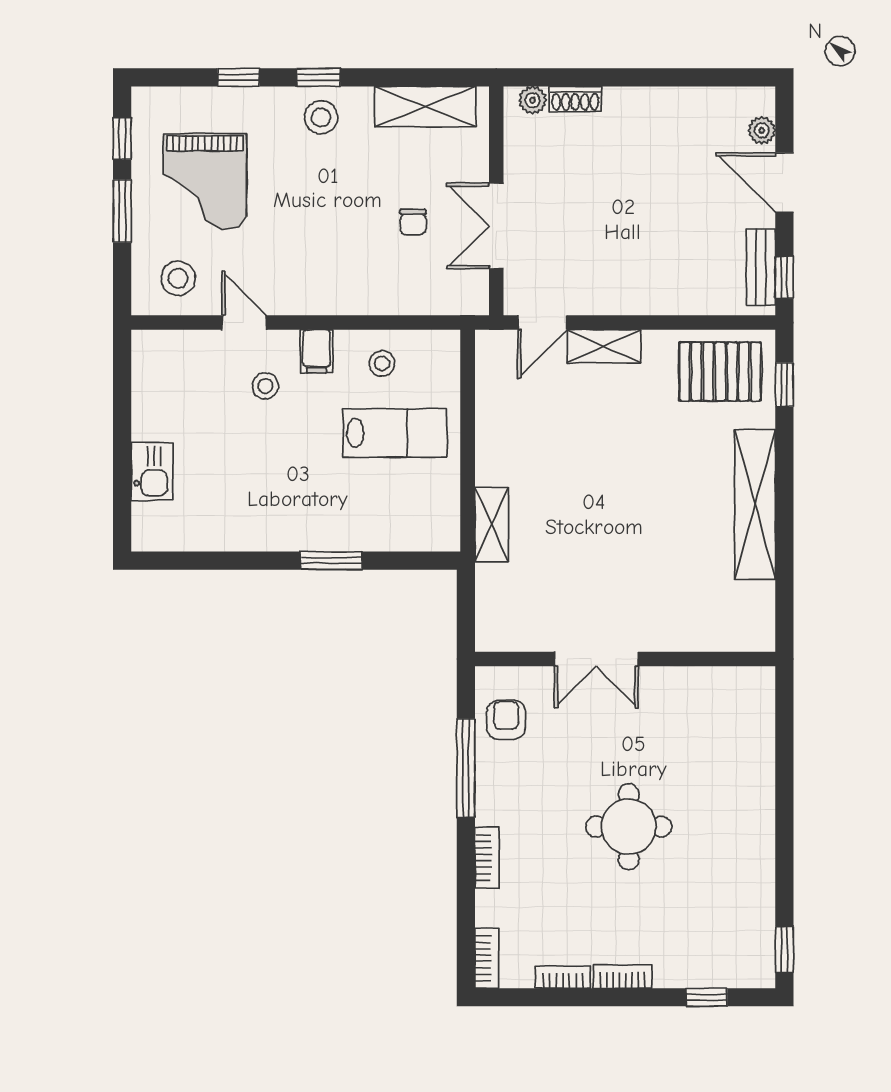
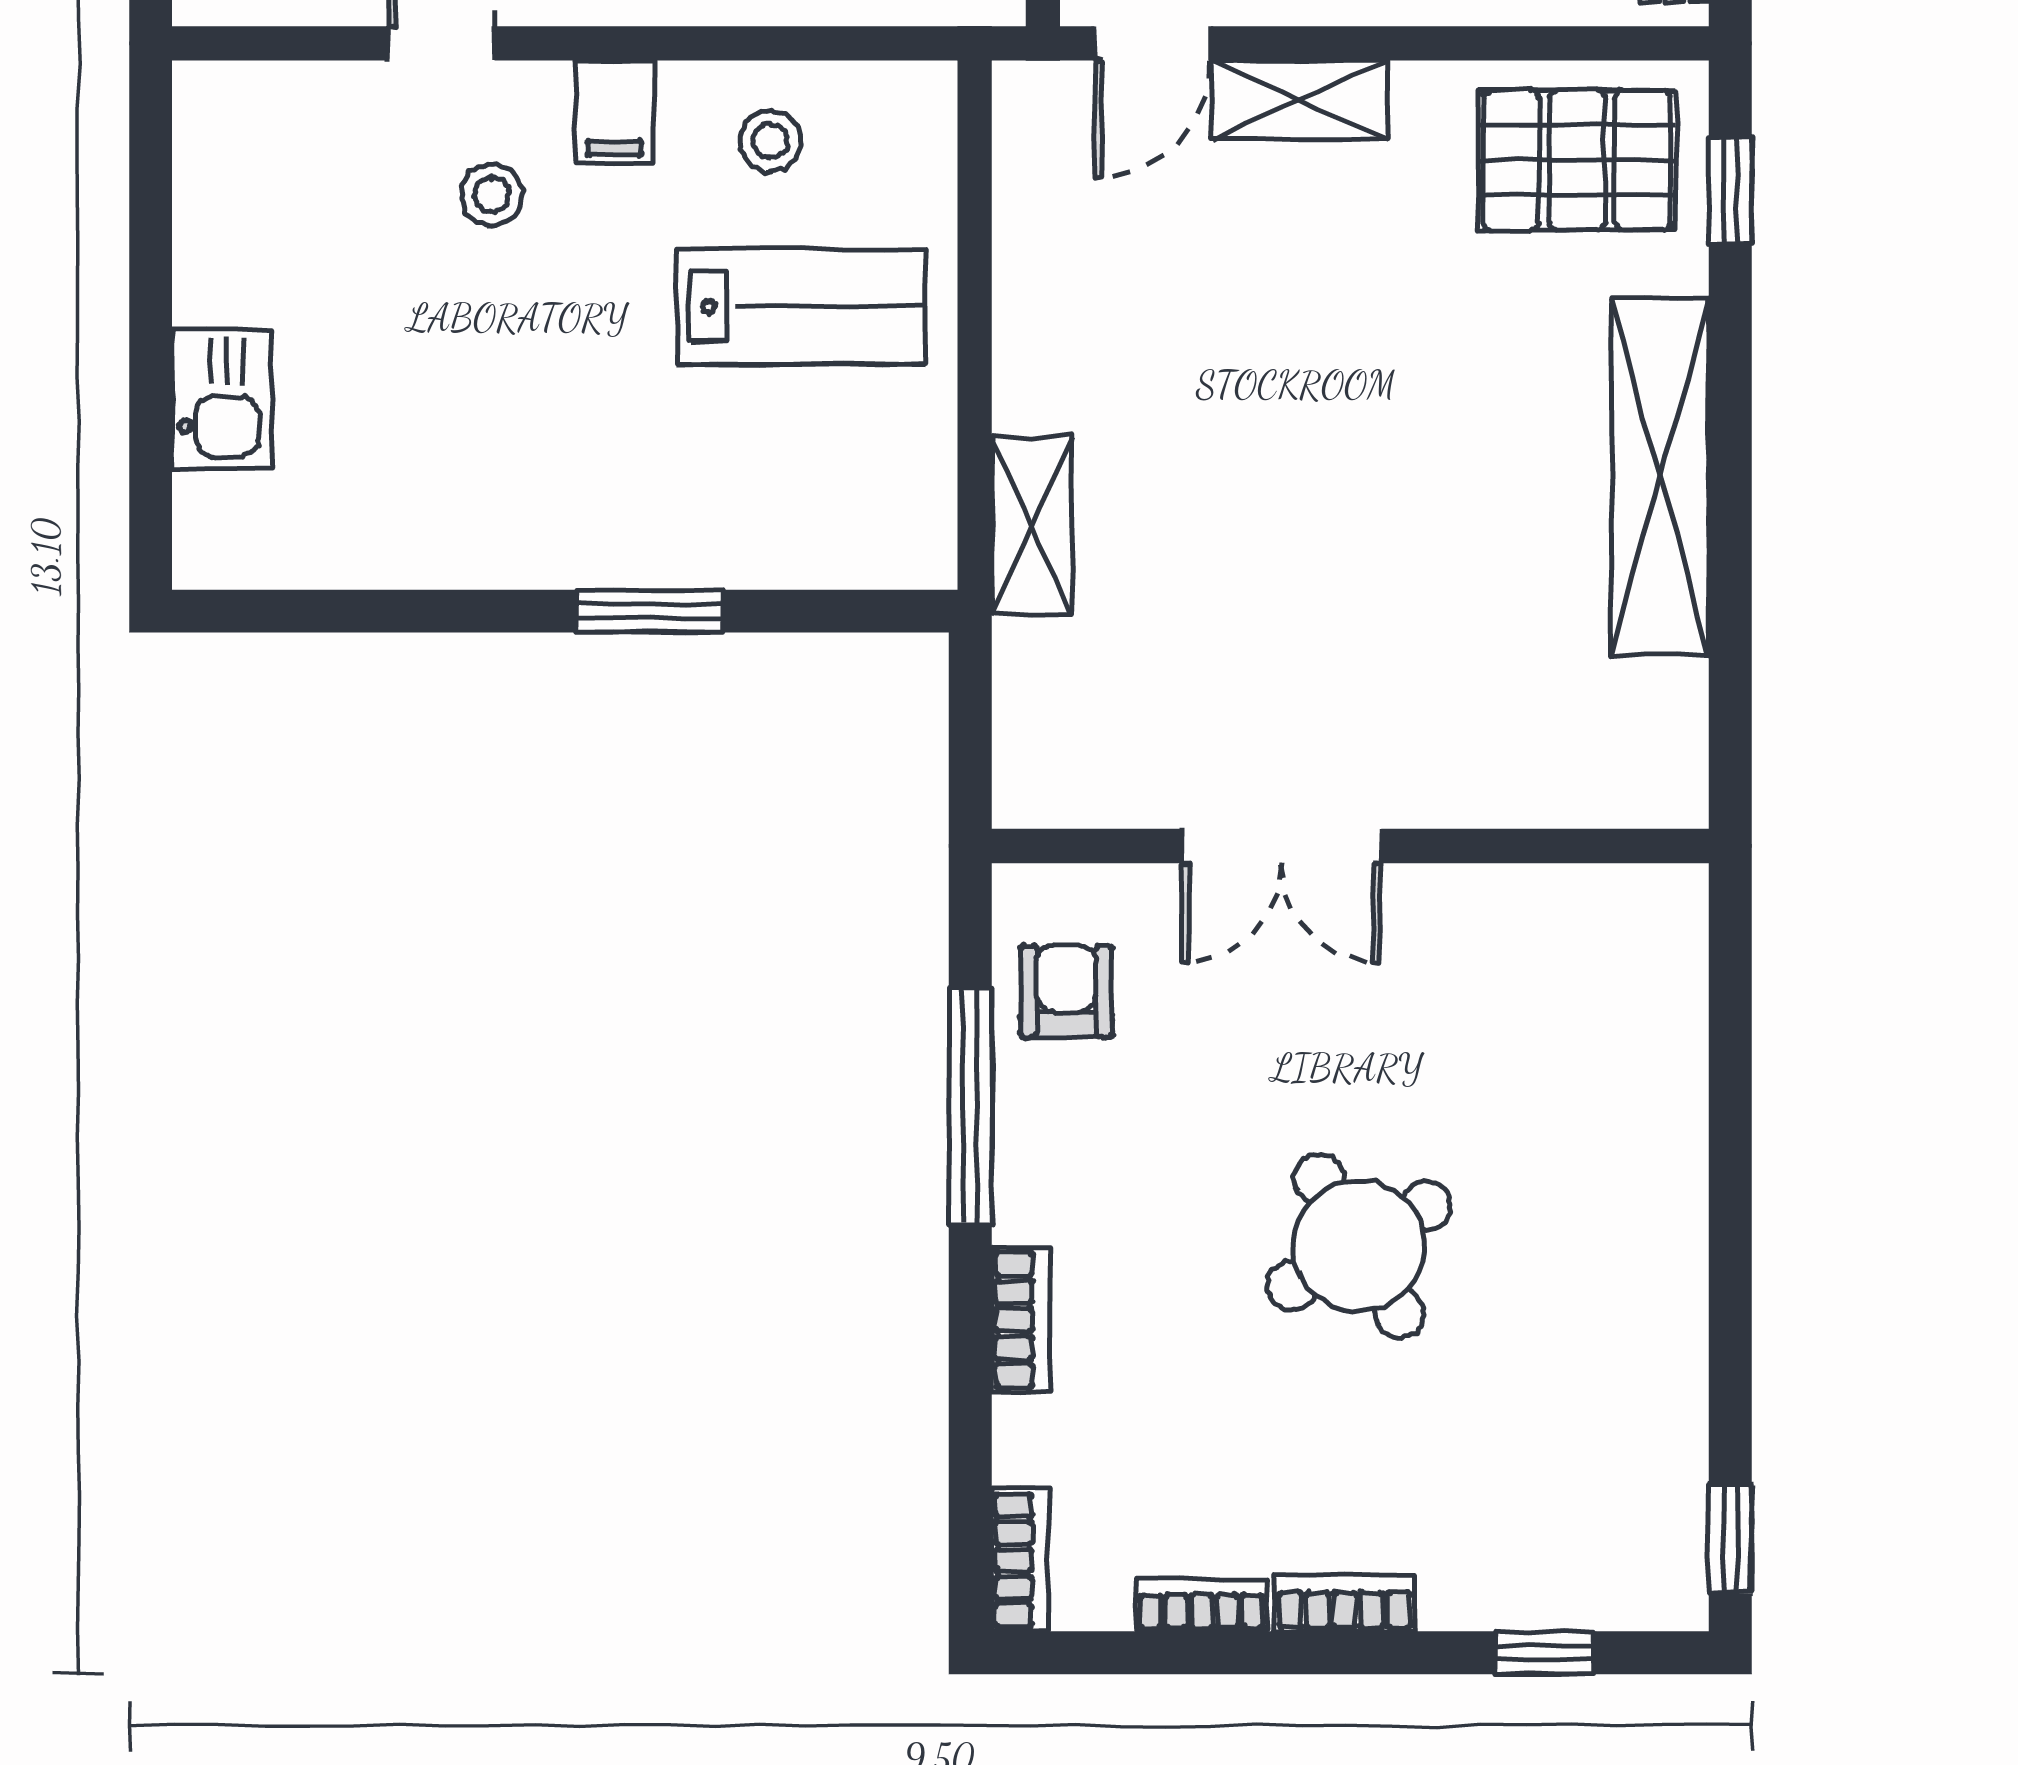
round table: (629, 827) -> (1359, 1246), turned -31

